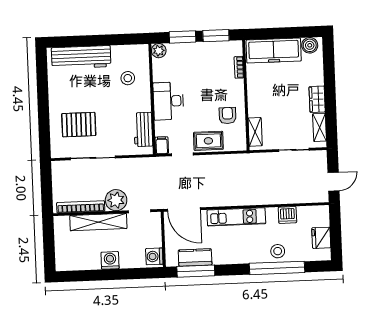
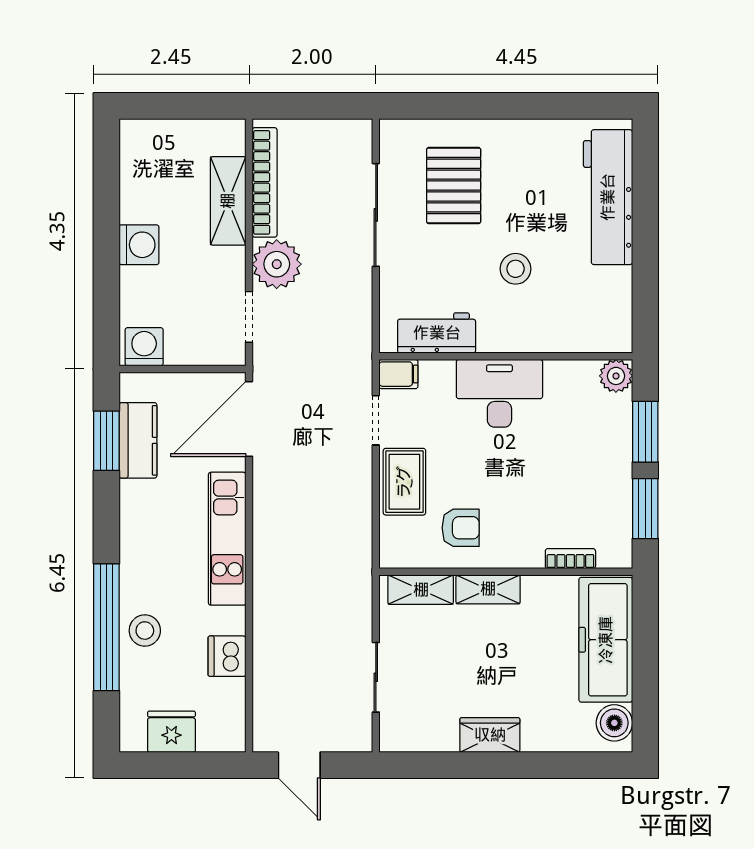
stool: (128, 78) -> (516, 269), moved
shelving: (320, 127) -> (488, 589), moved
shelving: (98, 222) -> (228, 201), width x0.68
window: (196, 271) -> (106, 441), width x0.69

